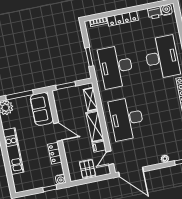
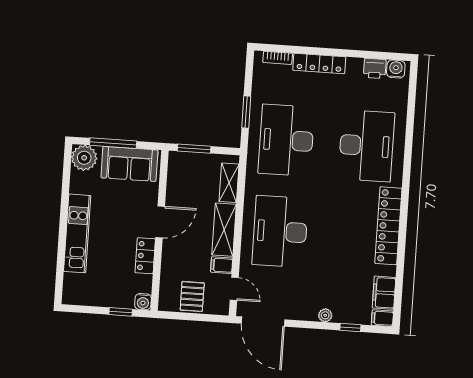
sofa: (42, 109) -> (129, 164), moved, turned -90
door: (58, 132) -> (160, 222), hinge flipped
door: (110, 158) -> (234, 289), swing flipped

